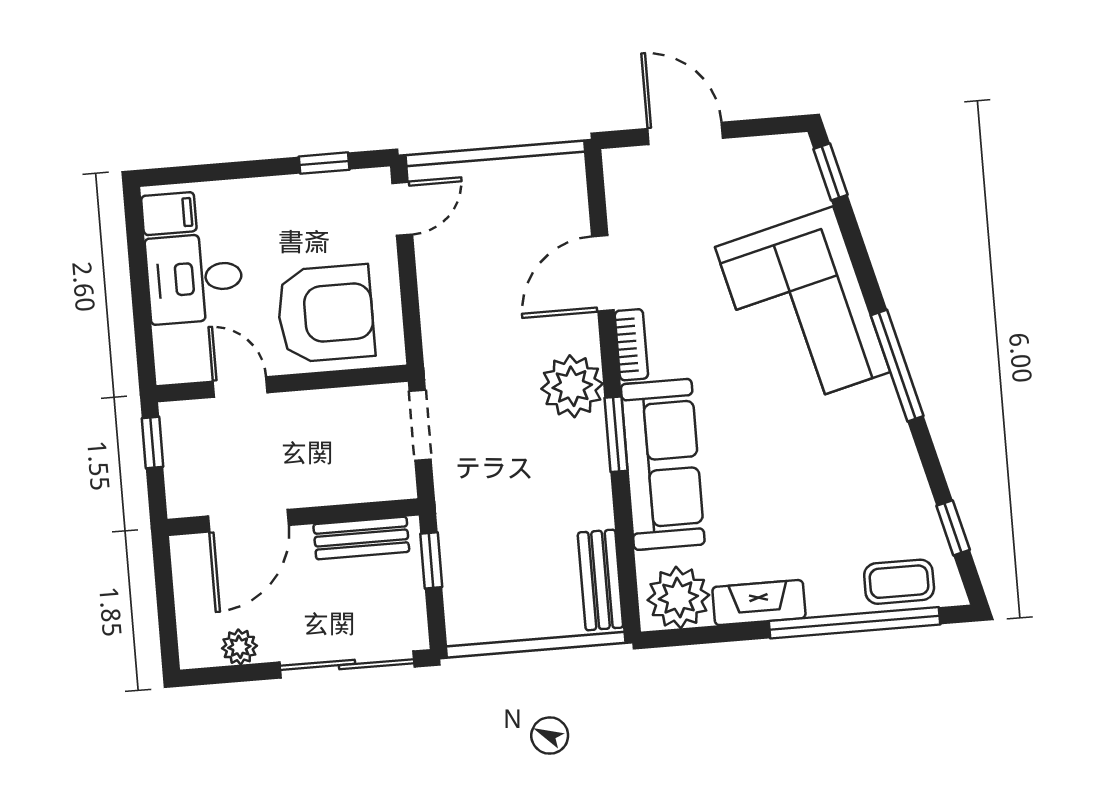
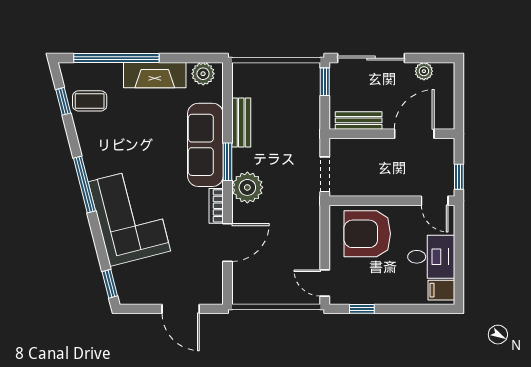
door: (402, 209) -> (325, 283), hinge flipped
door: (240, 387) -> (435, 201), moved
window: (431, 560) -> (325, 82), moved
bench: (600, 580) -> (241, 122), moved
coffee table: (899, 582) -> (90, 101), moved
plant: (678, 597) -> (203, 74), width x0.73, depth x0.73
fireplace: (759, 603) -> (155, 75), width x1.37, depth x1.32

